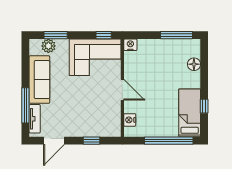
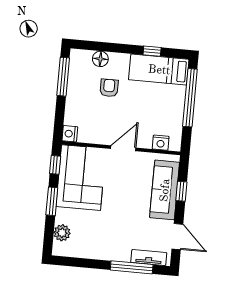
window: (56, 35) -> (52, 201), moved
armchair: (171, 74) -> (109, 88), added
sofa: (39, 80) -> (165, 190), moved, turned -90

